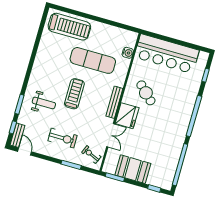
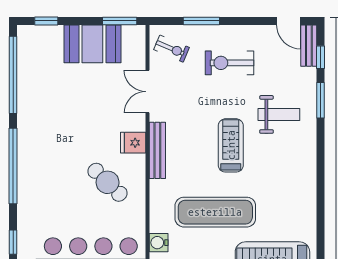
treadmill: (74, 94) -> (231, 145), turned 180
weight bench: (44, 103) -> (279, 114), turned 180
fridge: (127, 116) -> (133, 143), width x0.53, depth x0.75

